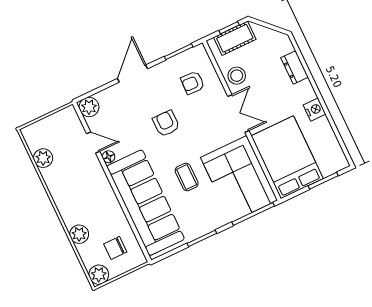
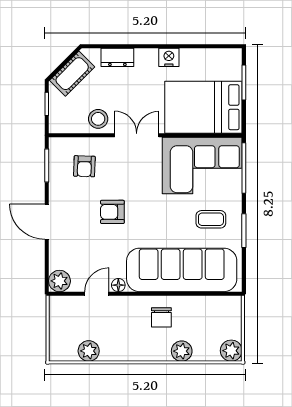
cot: (235, 38) -> (72, 74), moved, turned 45
coffee table: (187, 177) -> (211, 219), moved
chair: (115, 248) -> (161, 317), moved

